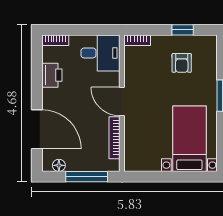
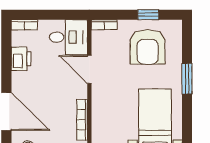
armchair: (182, 63) -> (148, 47), width x1.88, depth x1.88
door: (122, 101) -> (89, 69), moved

